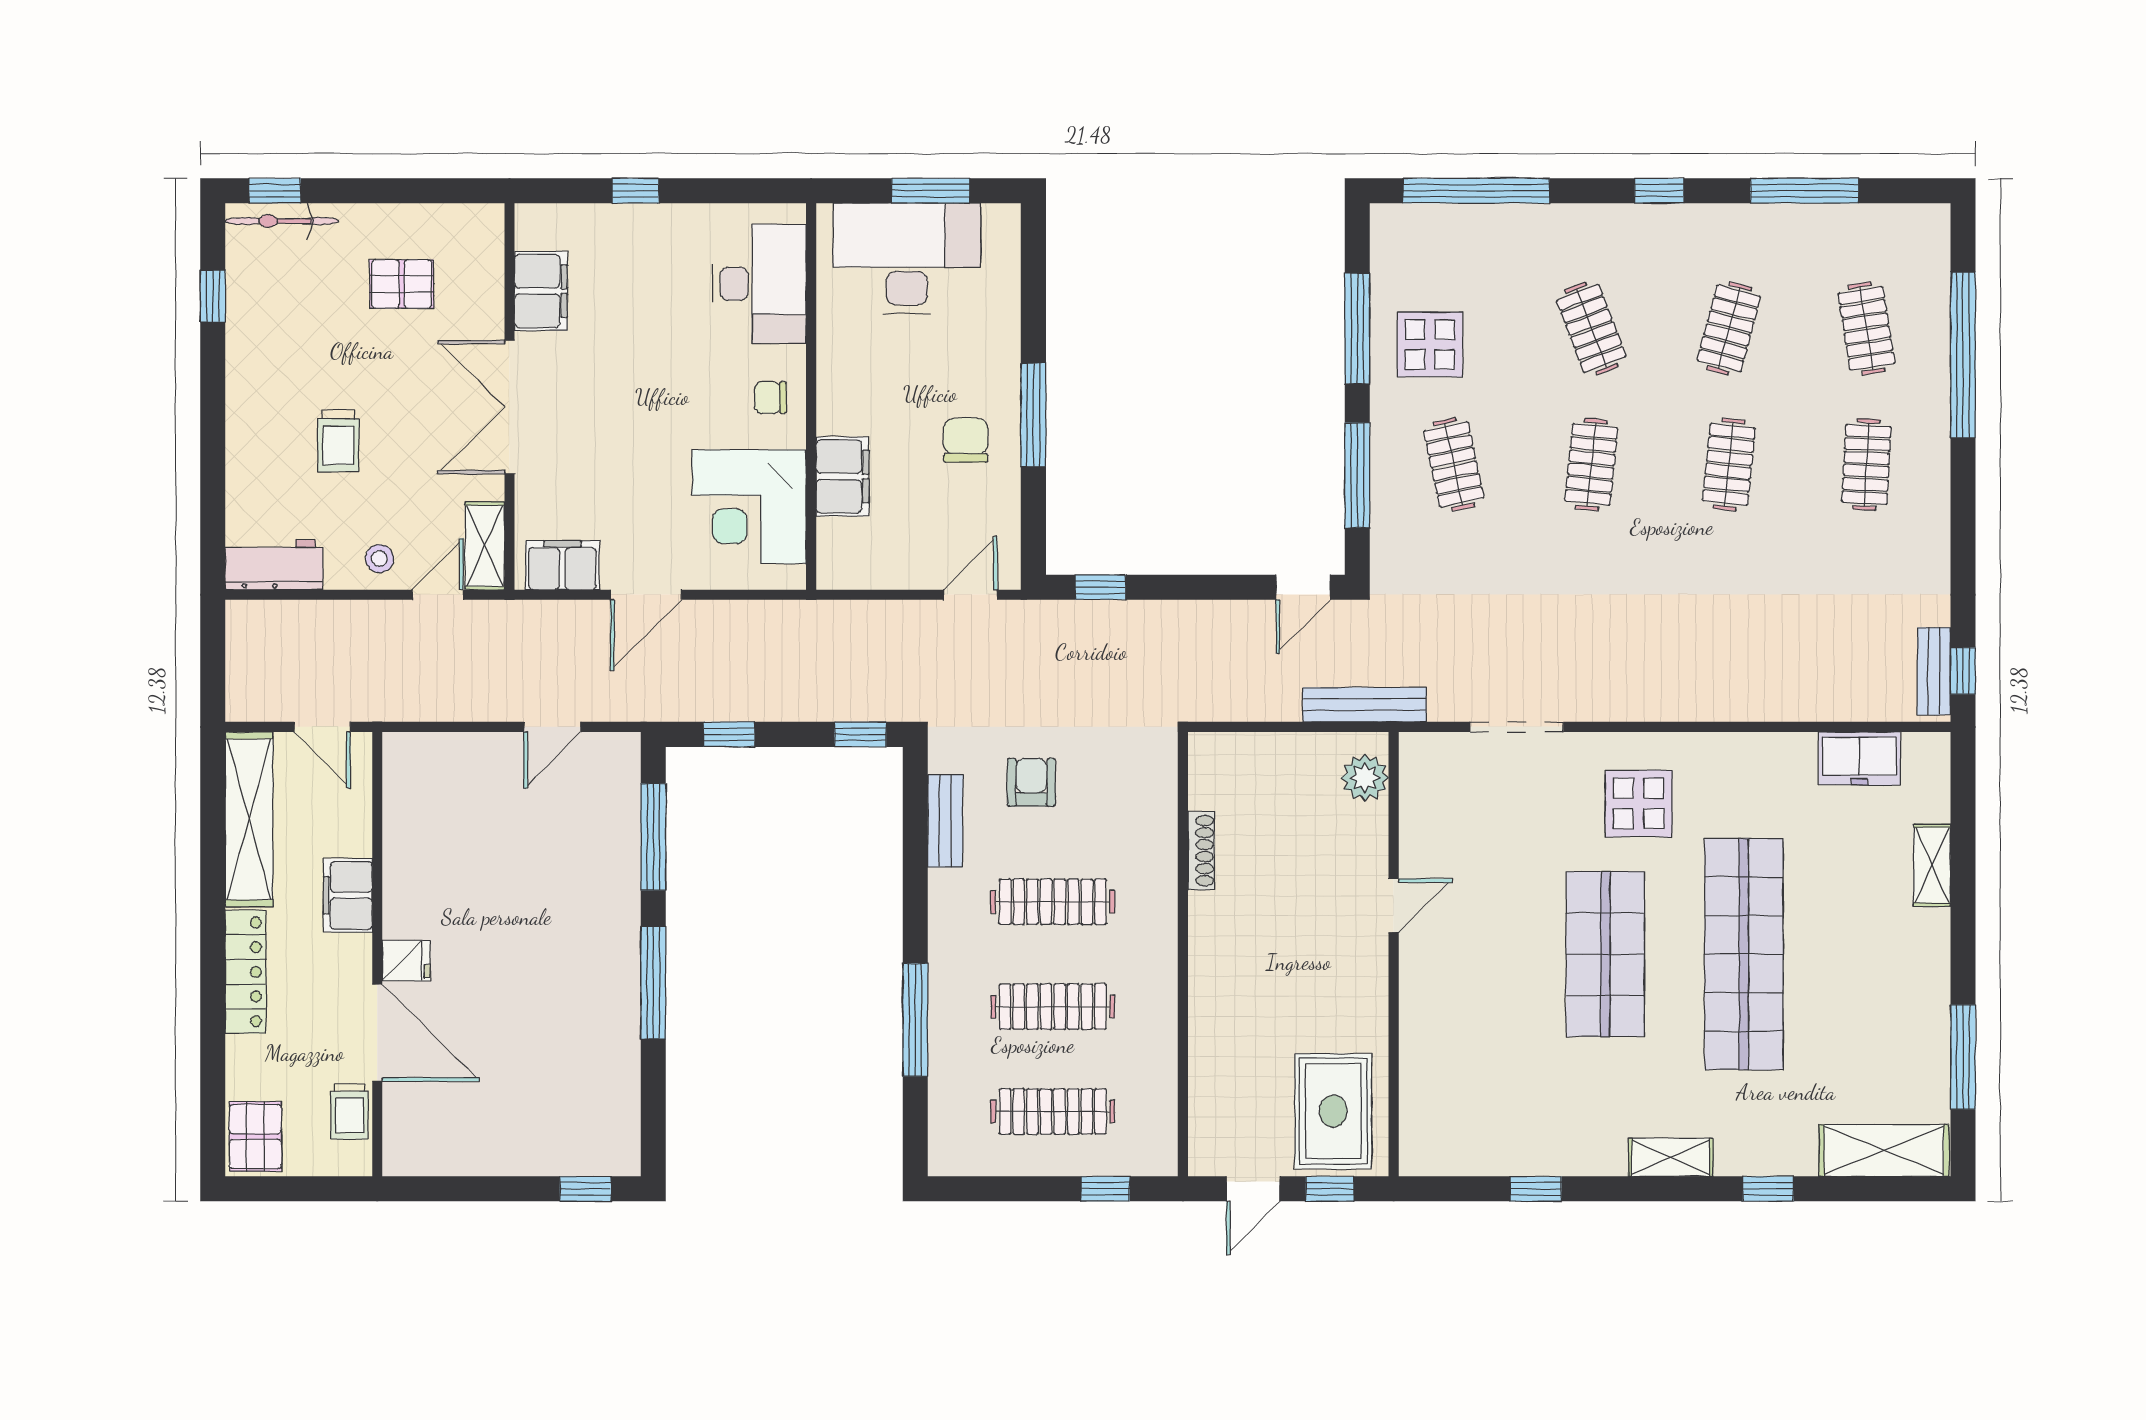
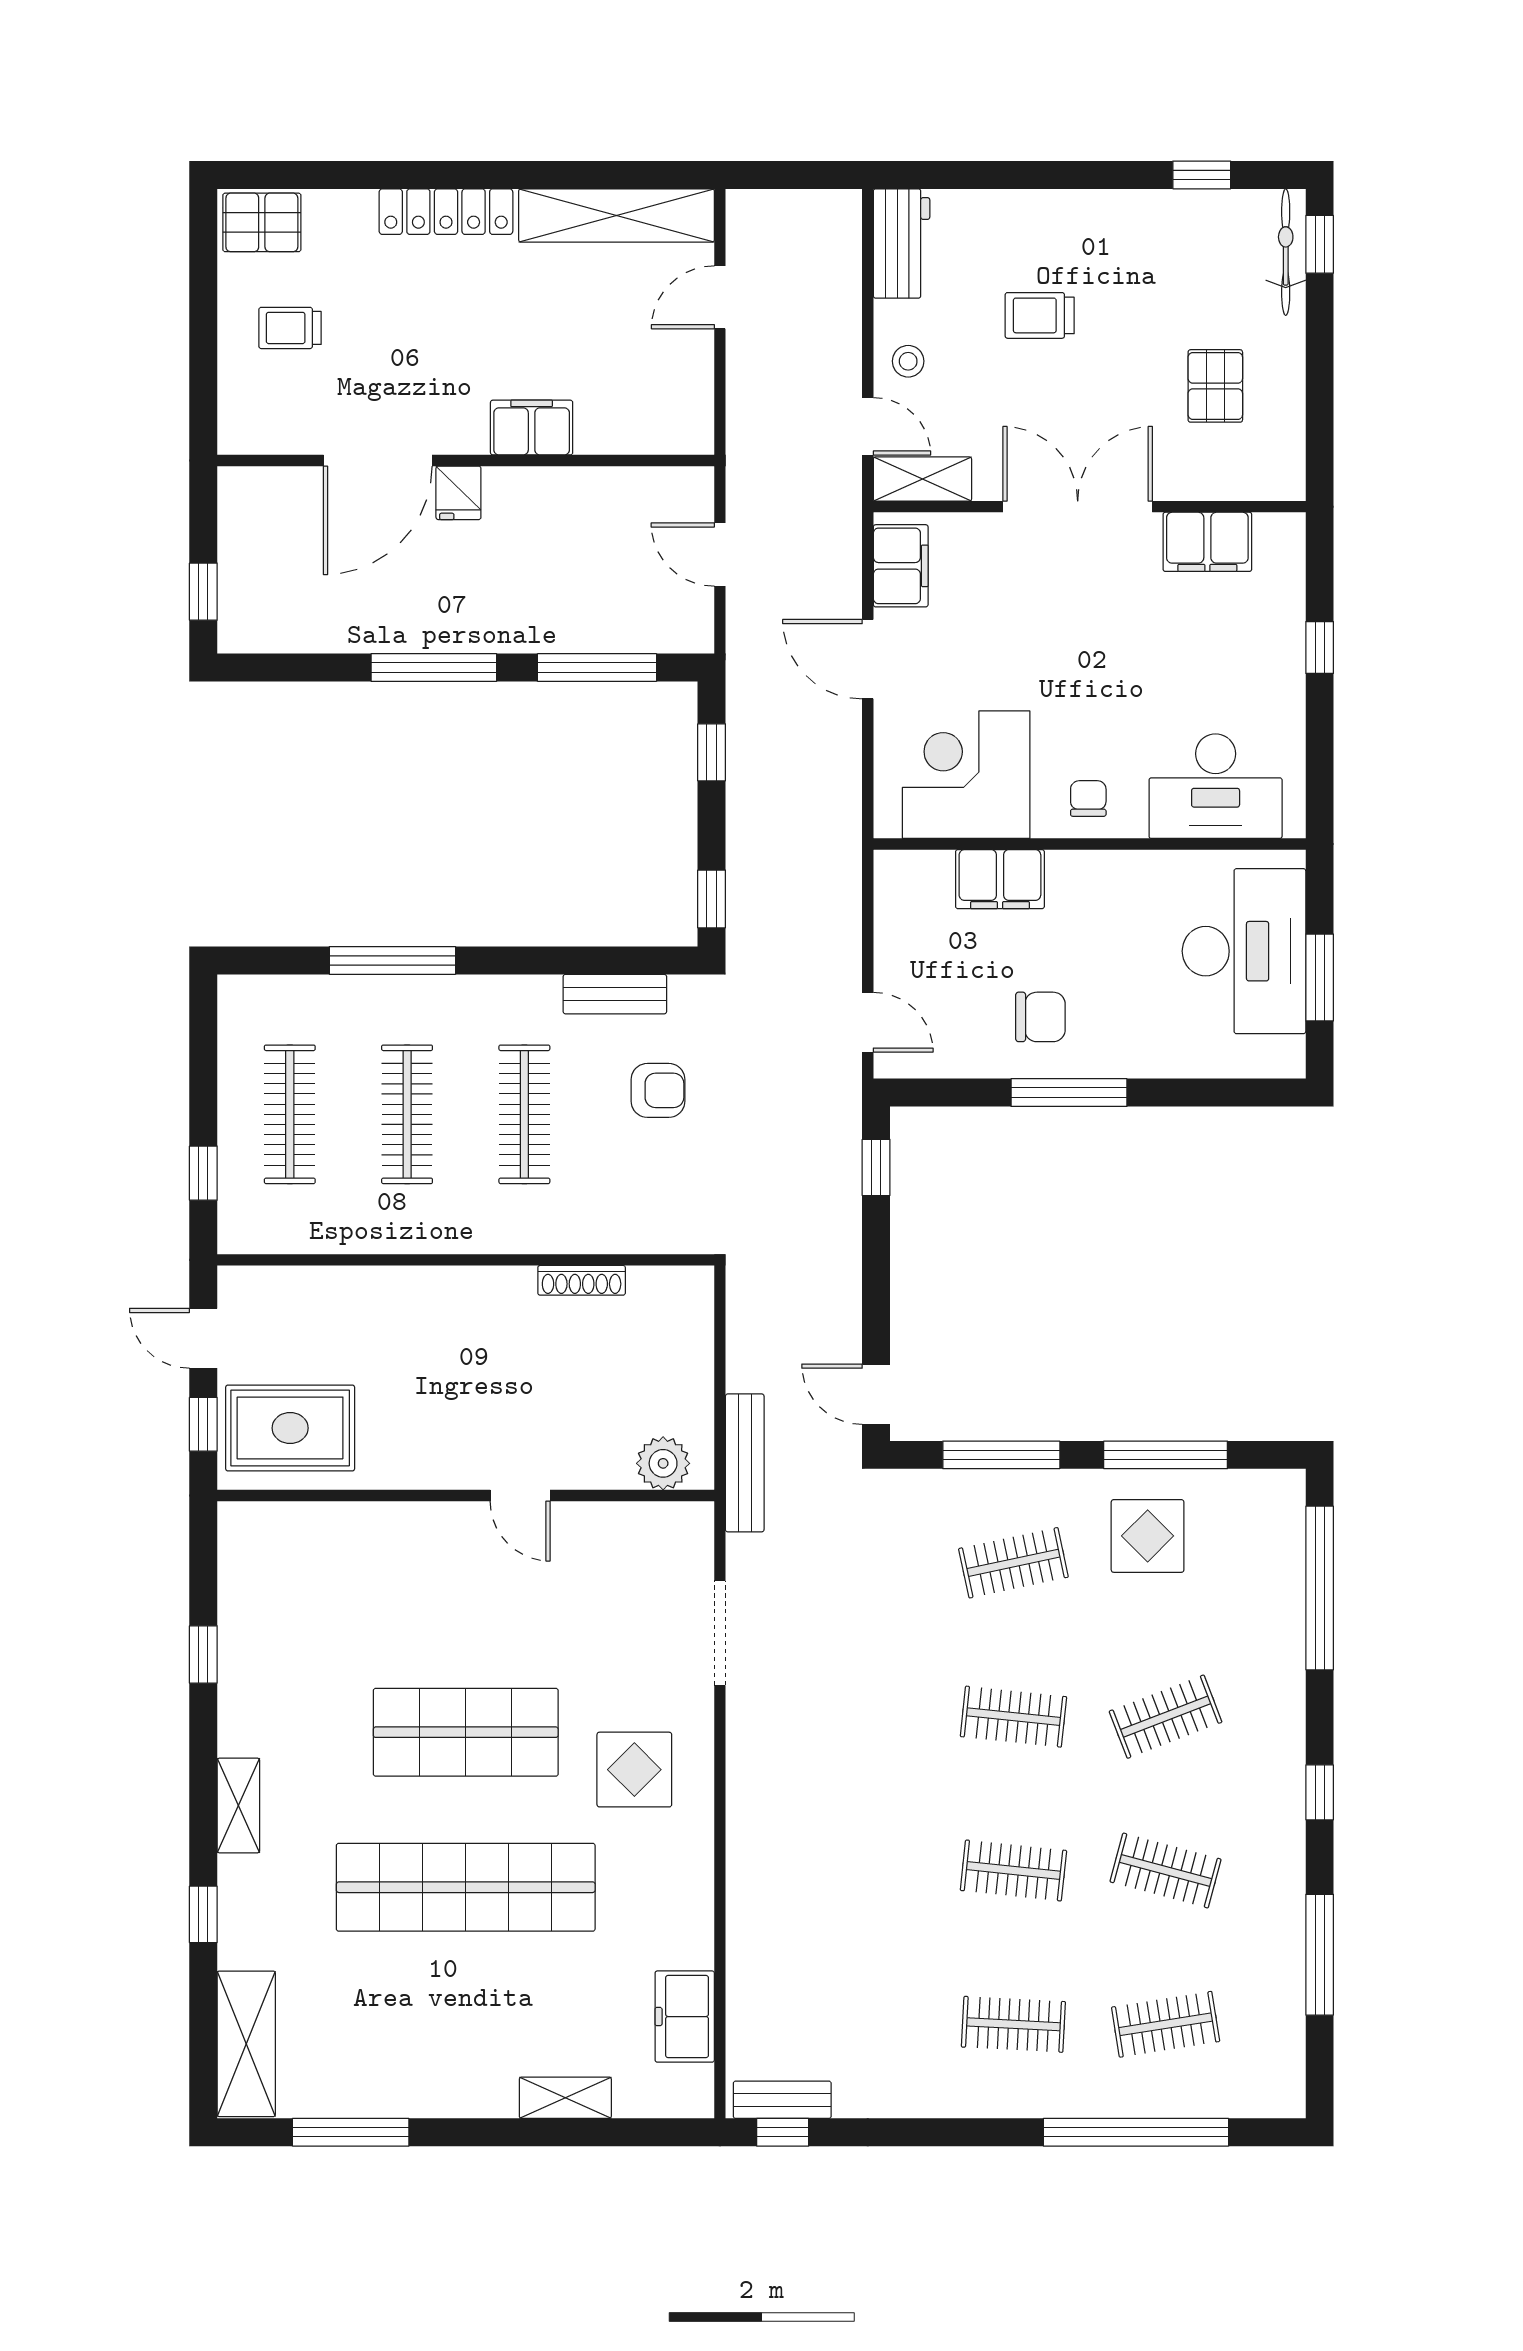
filing cabinet: (348, 895) -> (532, 428), moved
wall: (377, 954) -> (466, 460), moved
fridge: (406, 961) -> (458, 493), moved
door: (377, 1033) -> (378, 460), moved

